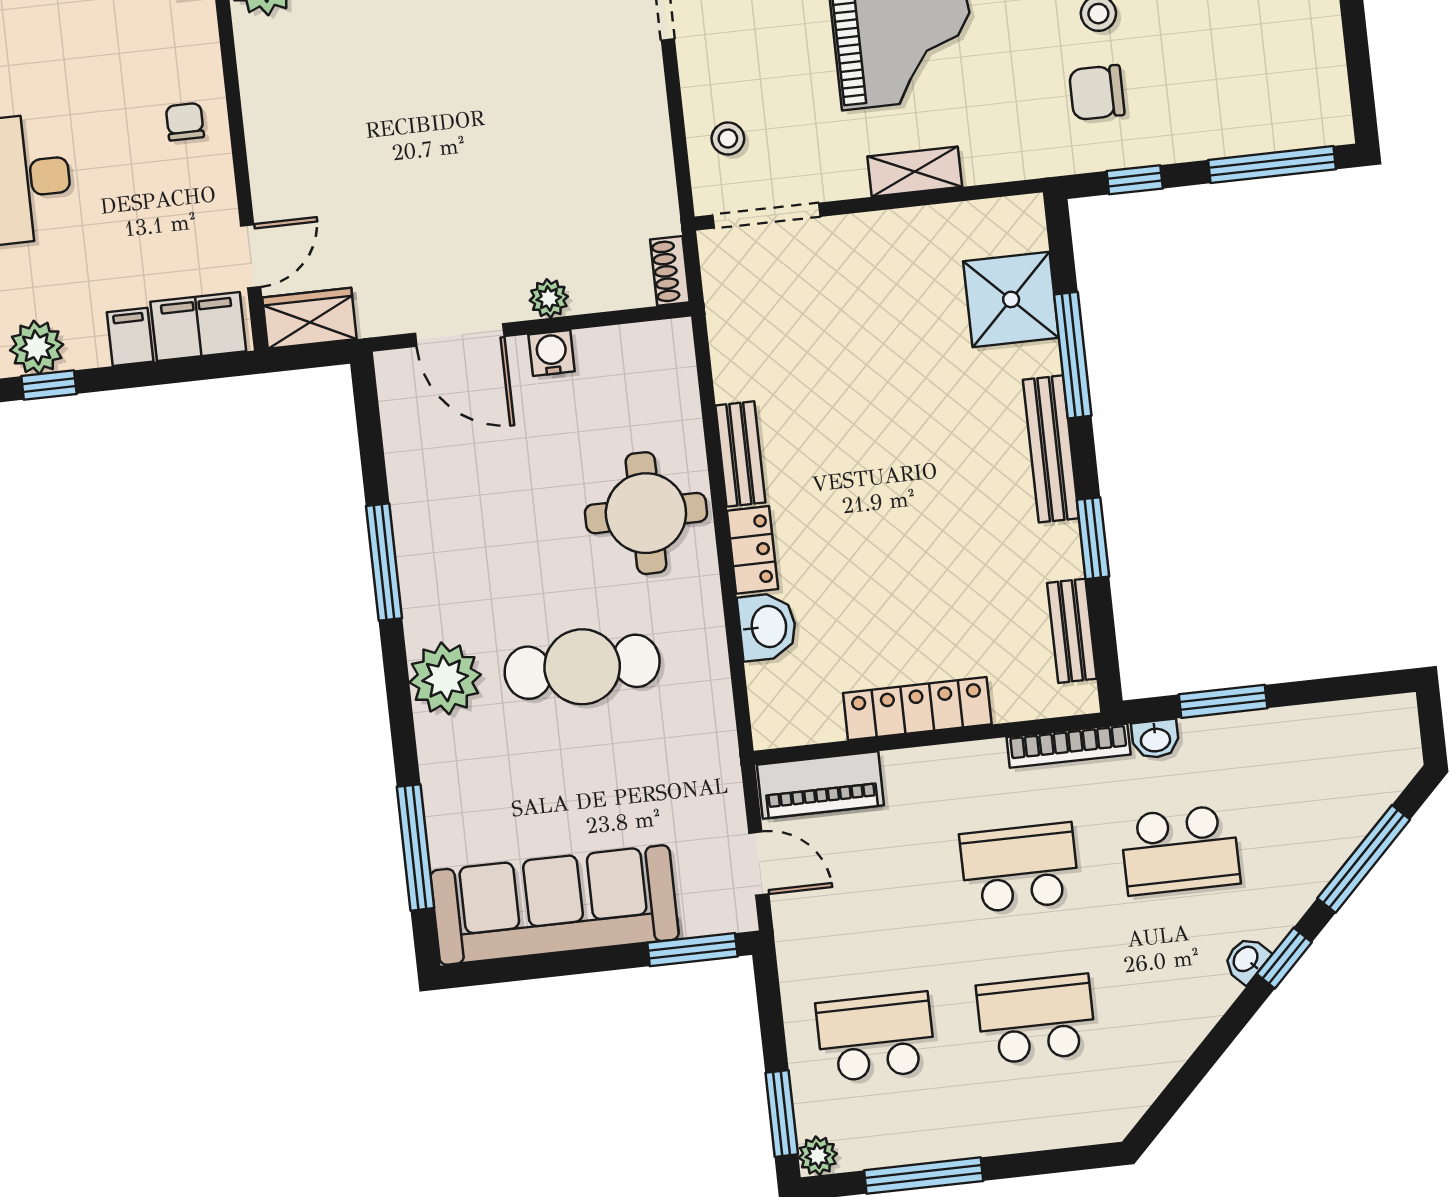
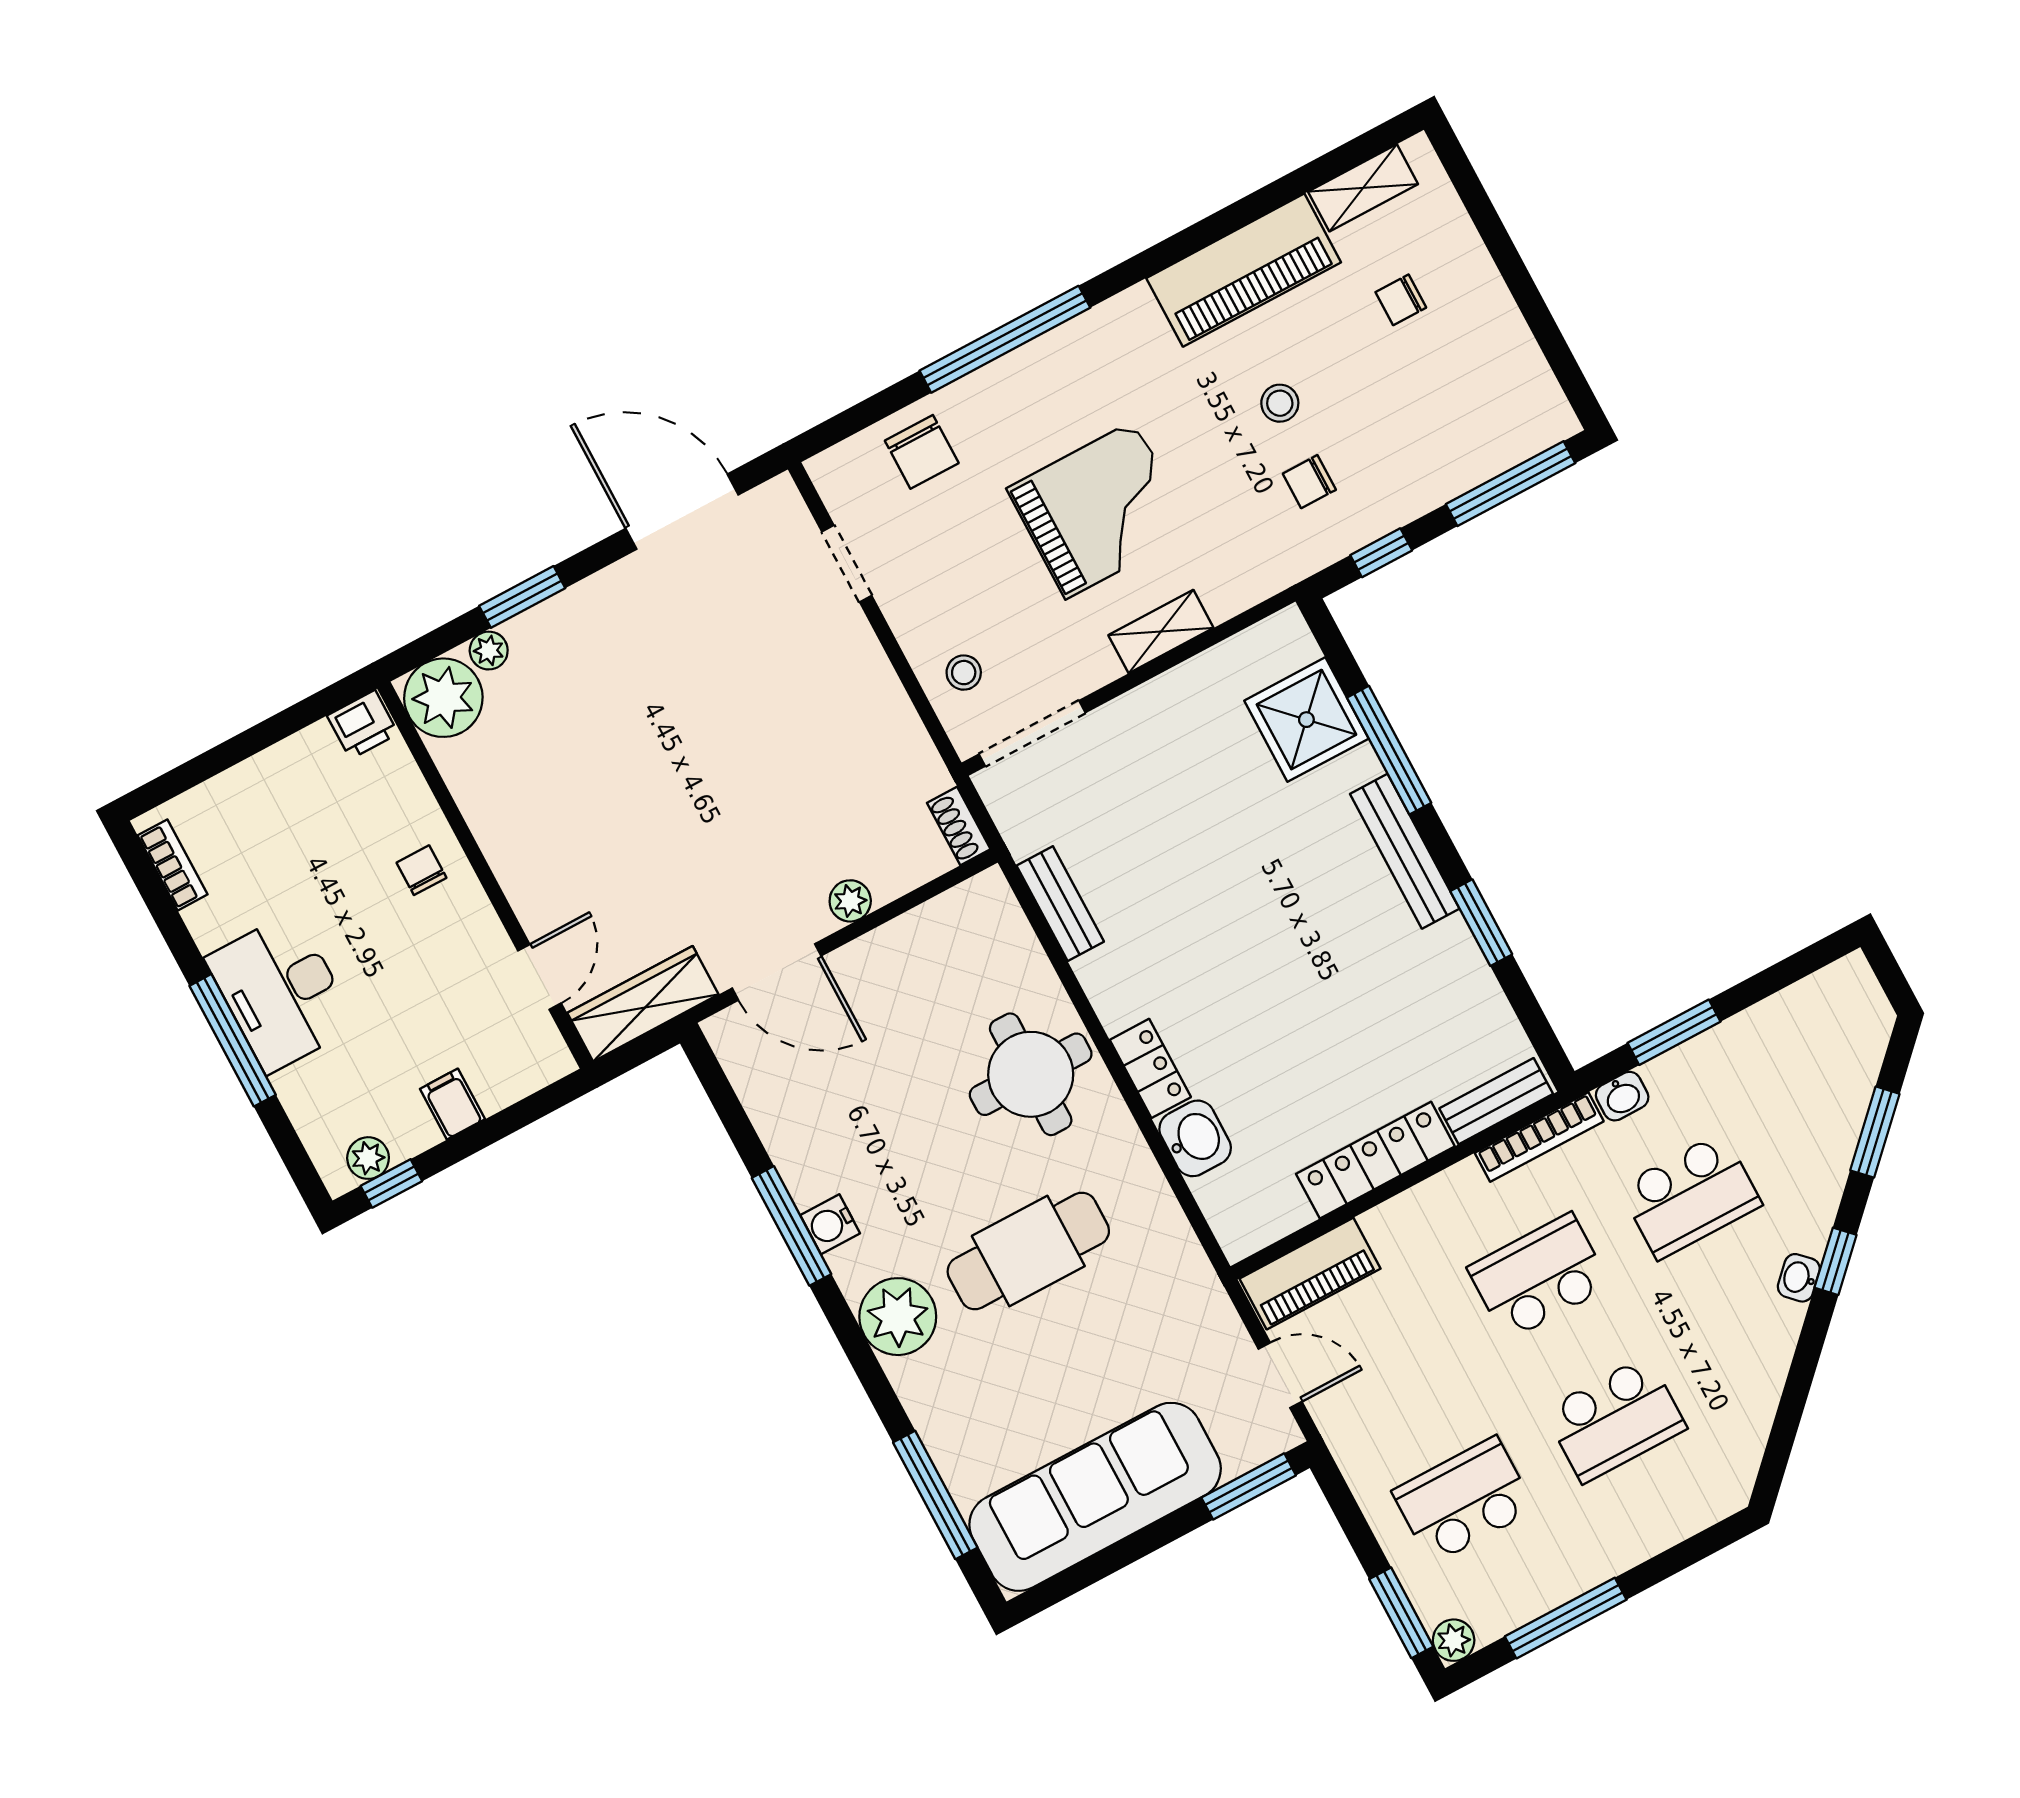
chair: (1097, 92) -> (1309, 482), width x0.73, depth x0.73
wardrobe: (309, 318) -> (643, 1004), width x1.50
filing cabinet: (198, 327) -> (516, 1067), removed
plant: (37, 347) -> (368, 1158), width x0.73, depth x0.73
water cooler: (552, 353) -> (830, 1224), moved, turned -90
bench: (740, 454) -> (1060, 904), moved
bench: (1072, 631) -> (1496, 1101), moved, turned 90
window: (1364, 859) -> (1875, 1132), width x0.69
school desk: (1036, 1019) -> (1615, 1419), turned 180

